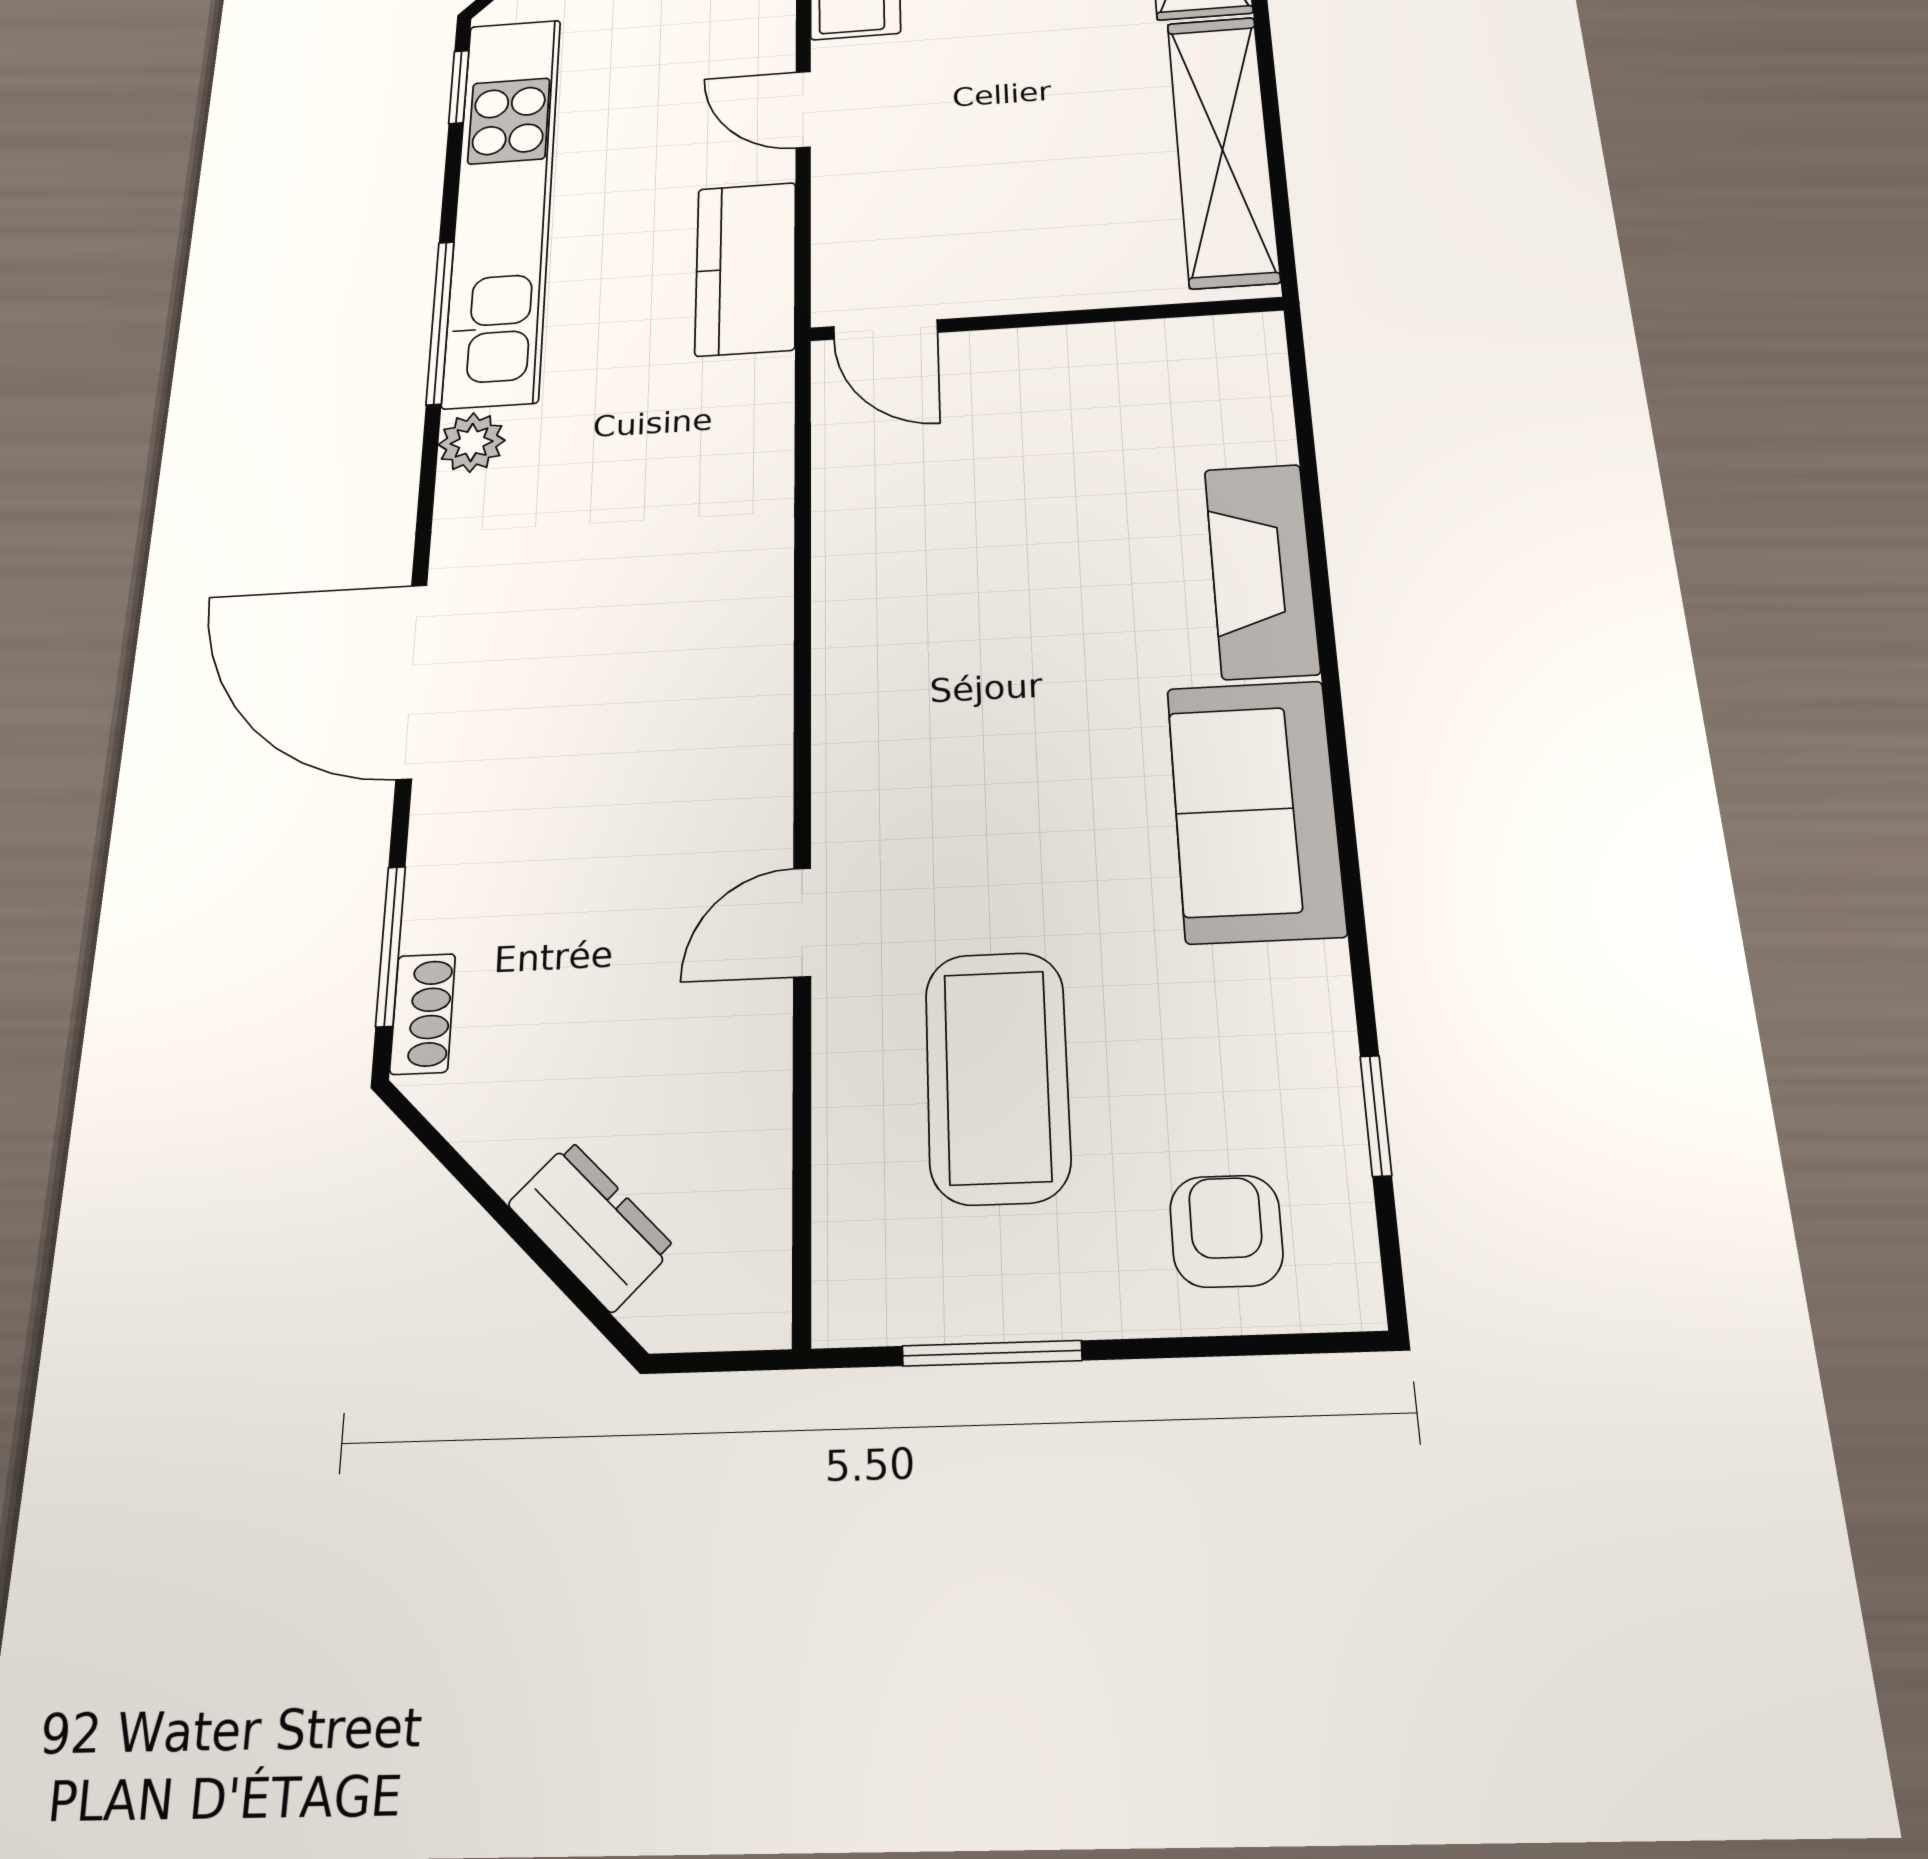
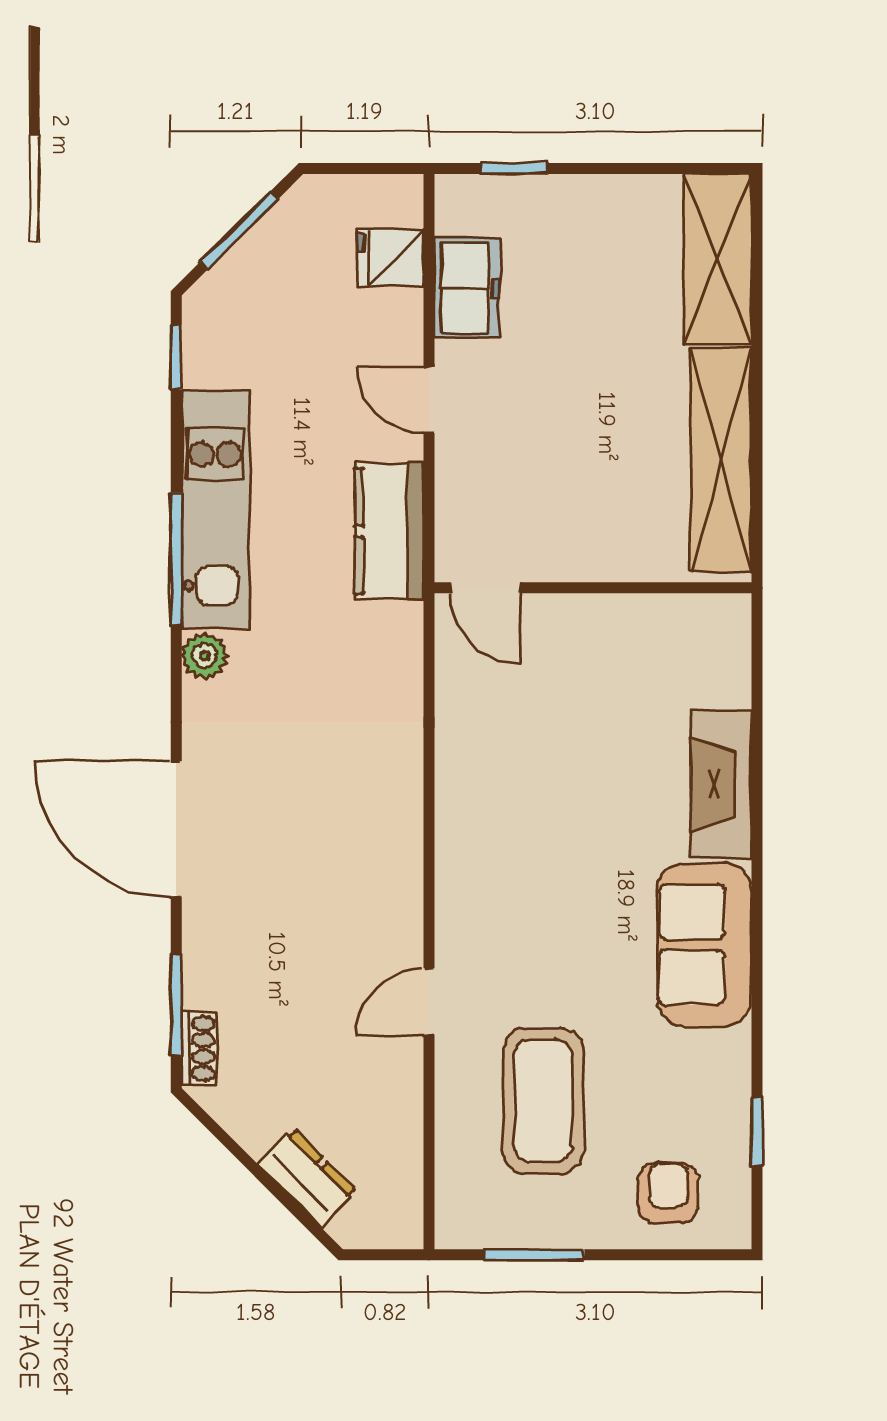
kitchen unit: (503, 207) -> (215, 509), width x0.73

